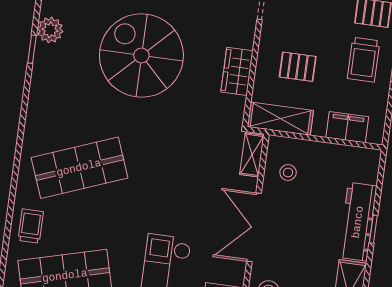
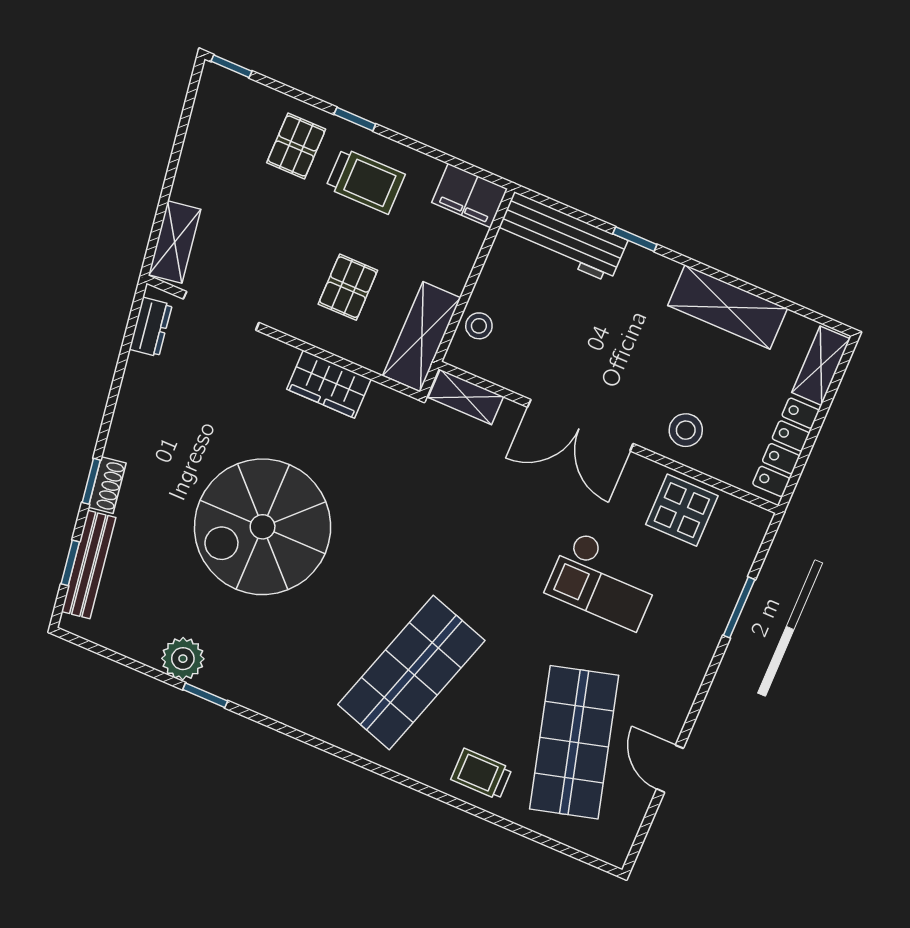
filing cabinet: (347, 127) -> (470, 196), moved, turned -90
shop shelf: (79, 168) -> (411, 672), turned 39
stool: (288, 172) -> (479, 326), moved
workbench: (358, 222) -> (562, 237), moved

